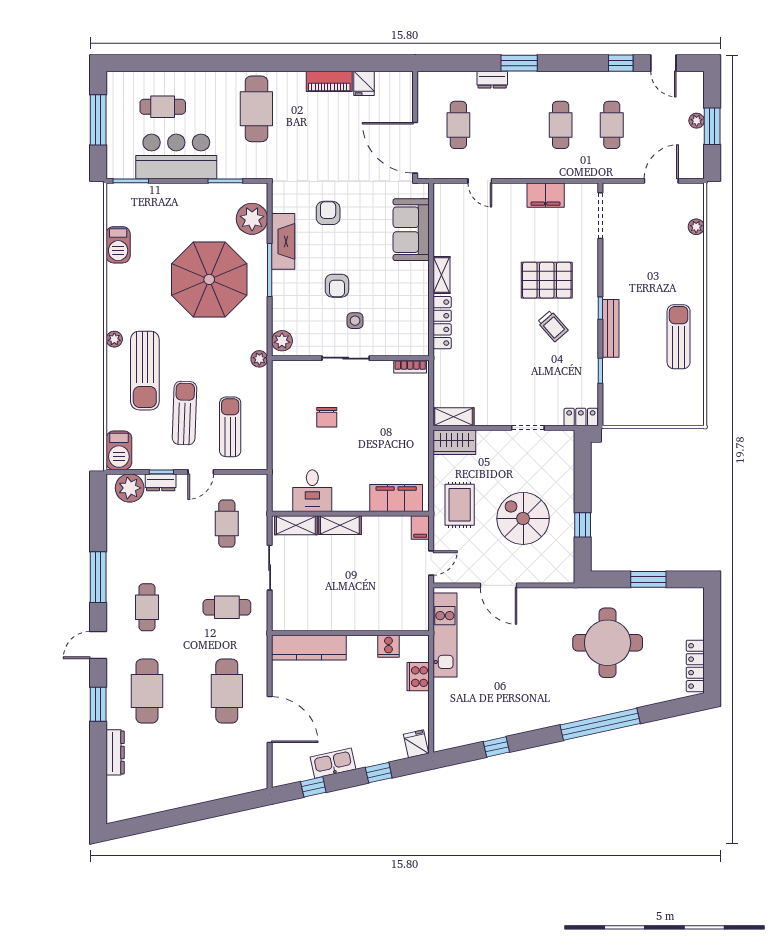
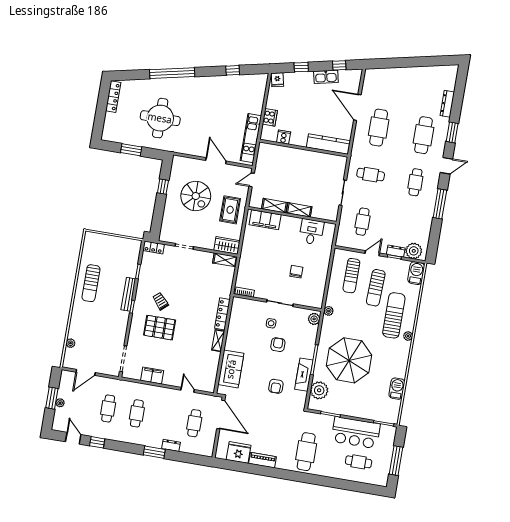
fridge: (364, 83) -> (239, 452), width x1.88, depth x1.34
shelving: (296, 525) -> (274, 206), moved
filing cabinet: (420, 527) -> (254, 201), removed

